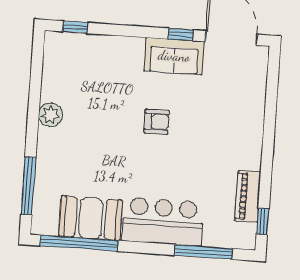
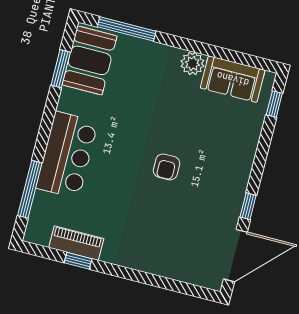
sofa: (174, 56) -> (233, 79), moved, turned -90
booth: (91, 218) -> (90, 60), moved
window: (263, 222) -> (78, 261), moved
window: (79, 243) -> (61, 69), width x0.47

